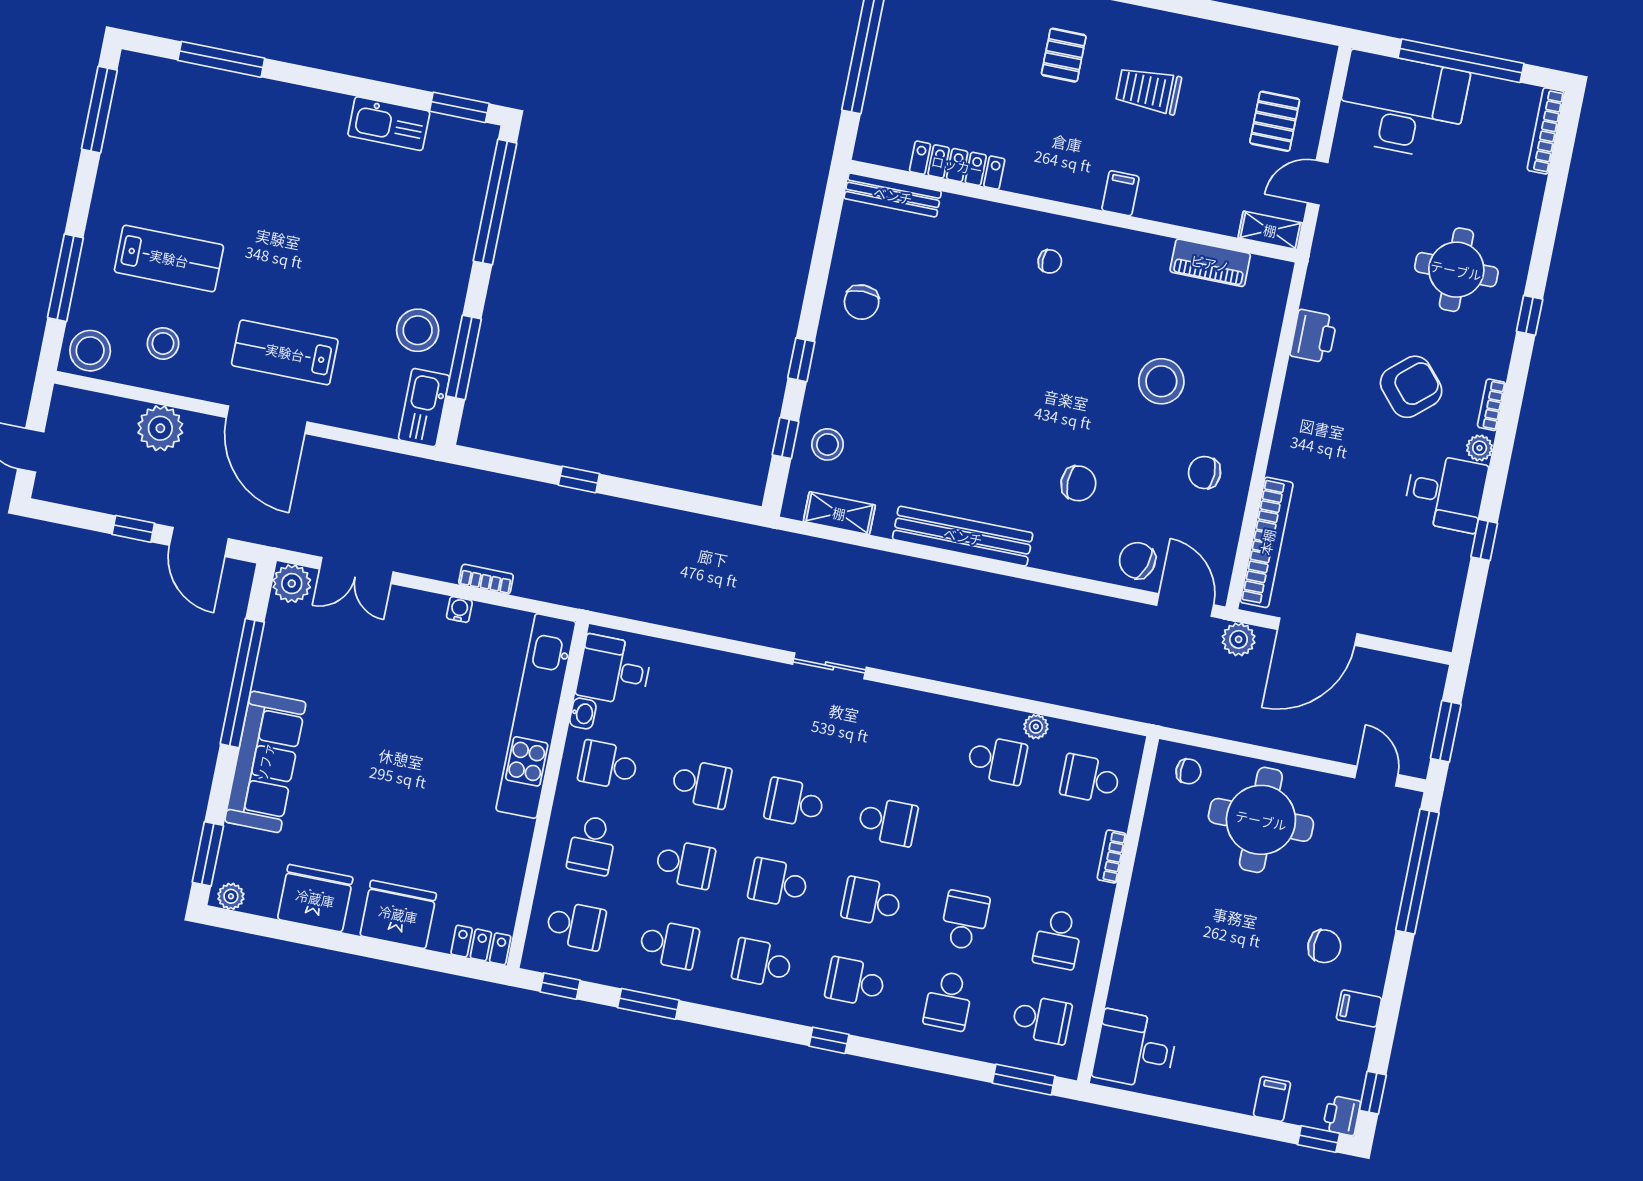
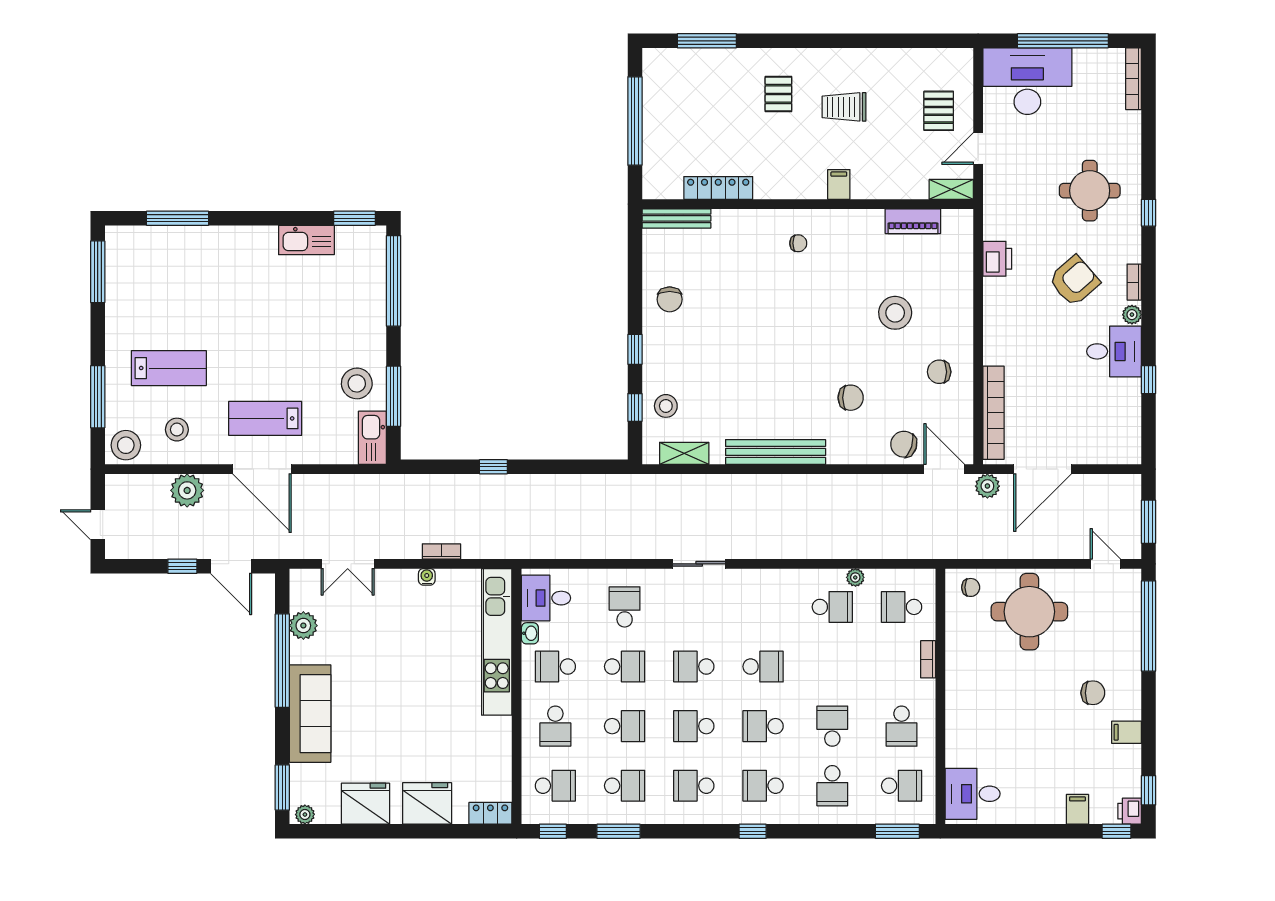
plant: (292, 584) -> (303, 626), moved
school desk: (717, 704) -> (625, 607), added

